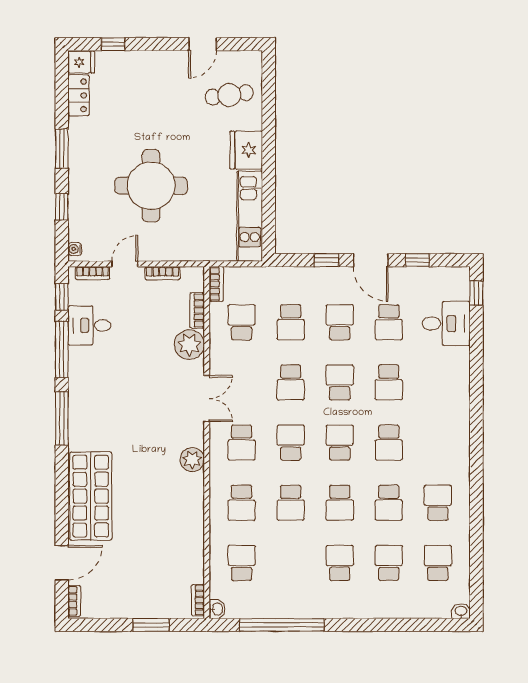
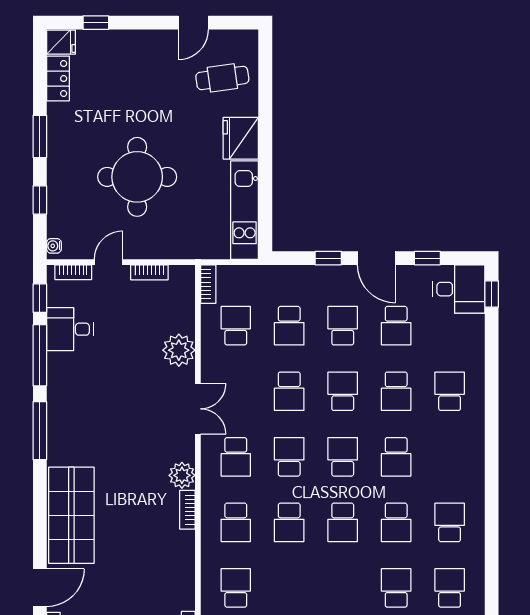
bookcase: (197, 310) -> (187, 510), moved
desk: (446, 324) -> (459, 289), moved
school desk: (340, 563) -> (450, 391), moved

